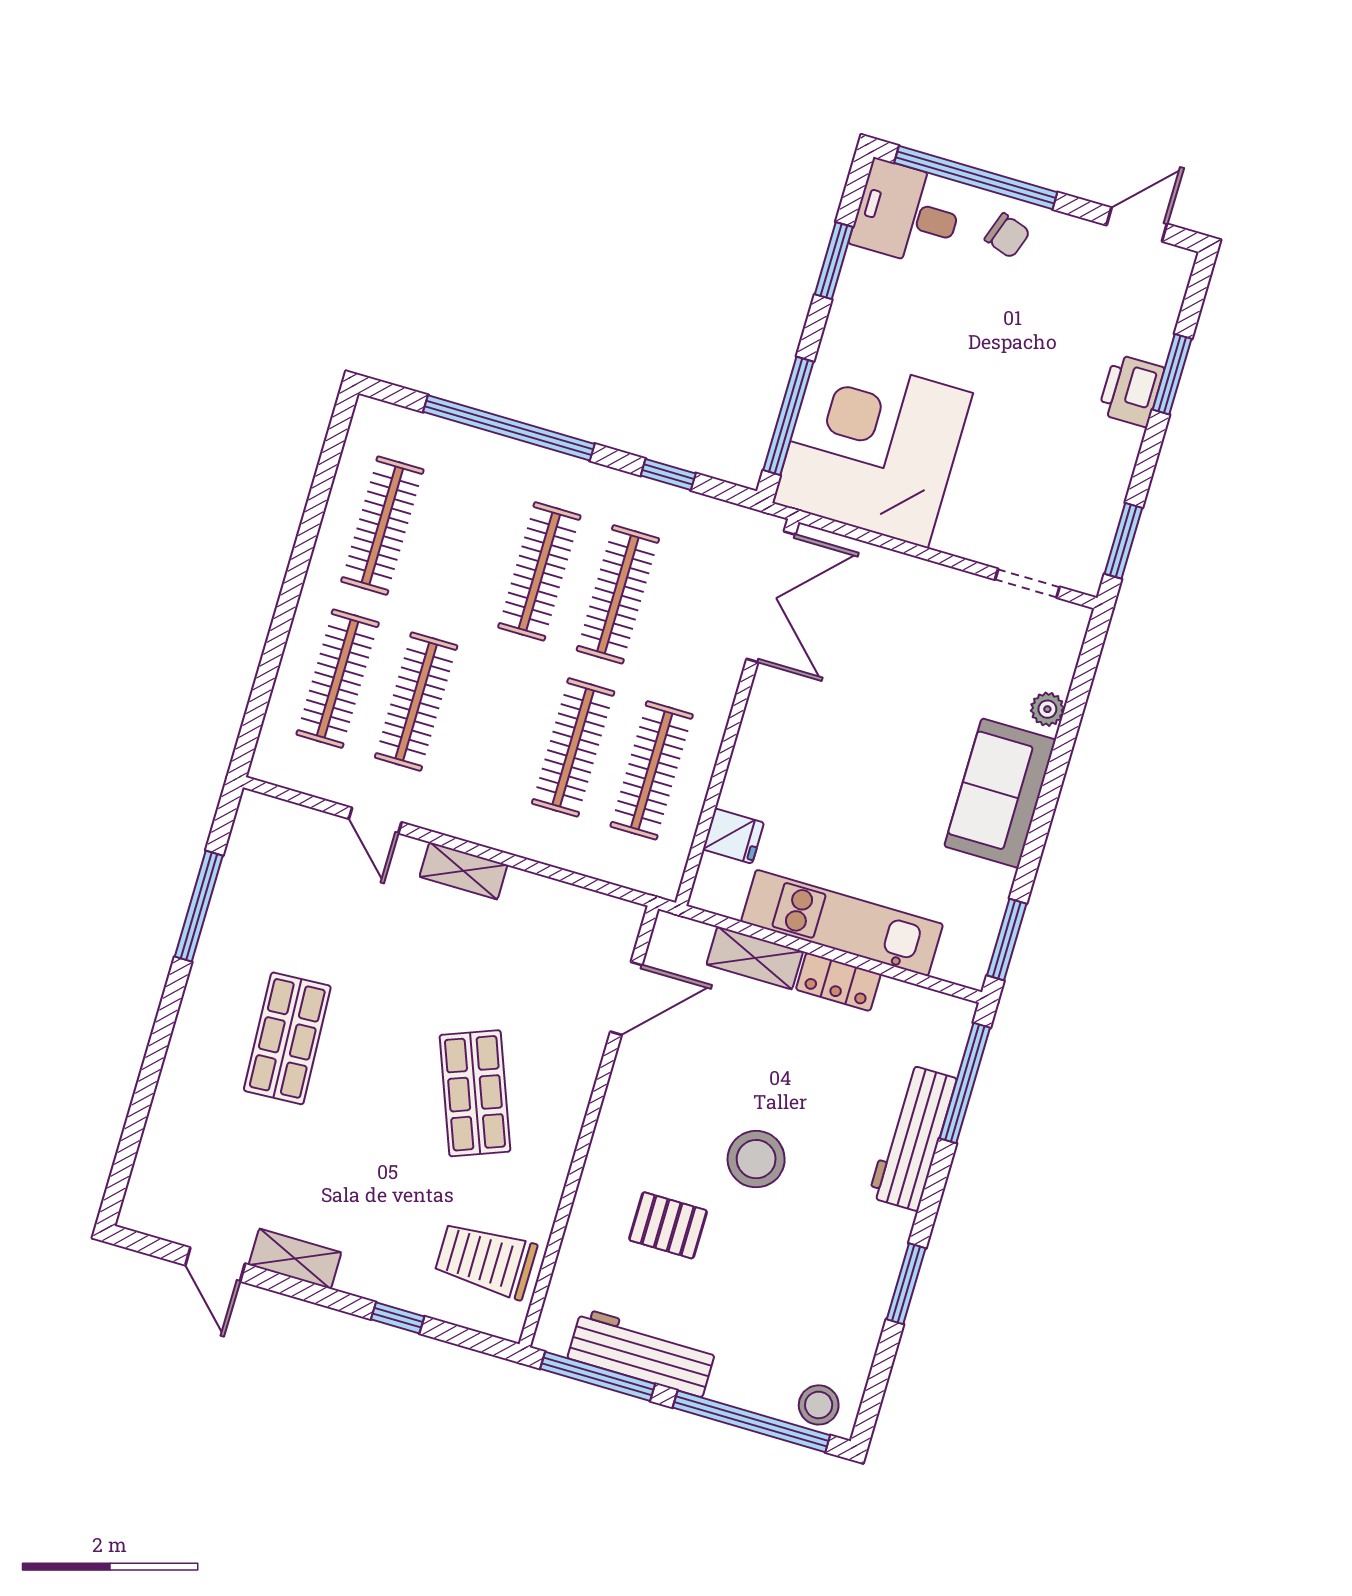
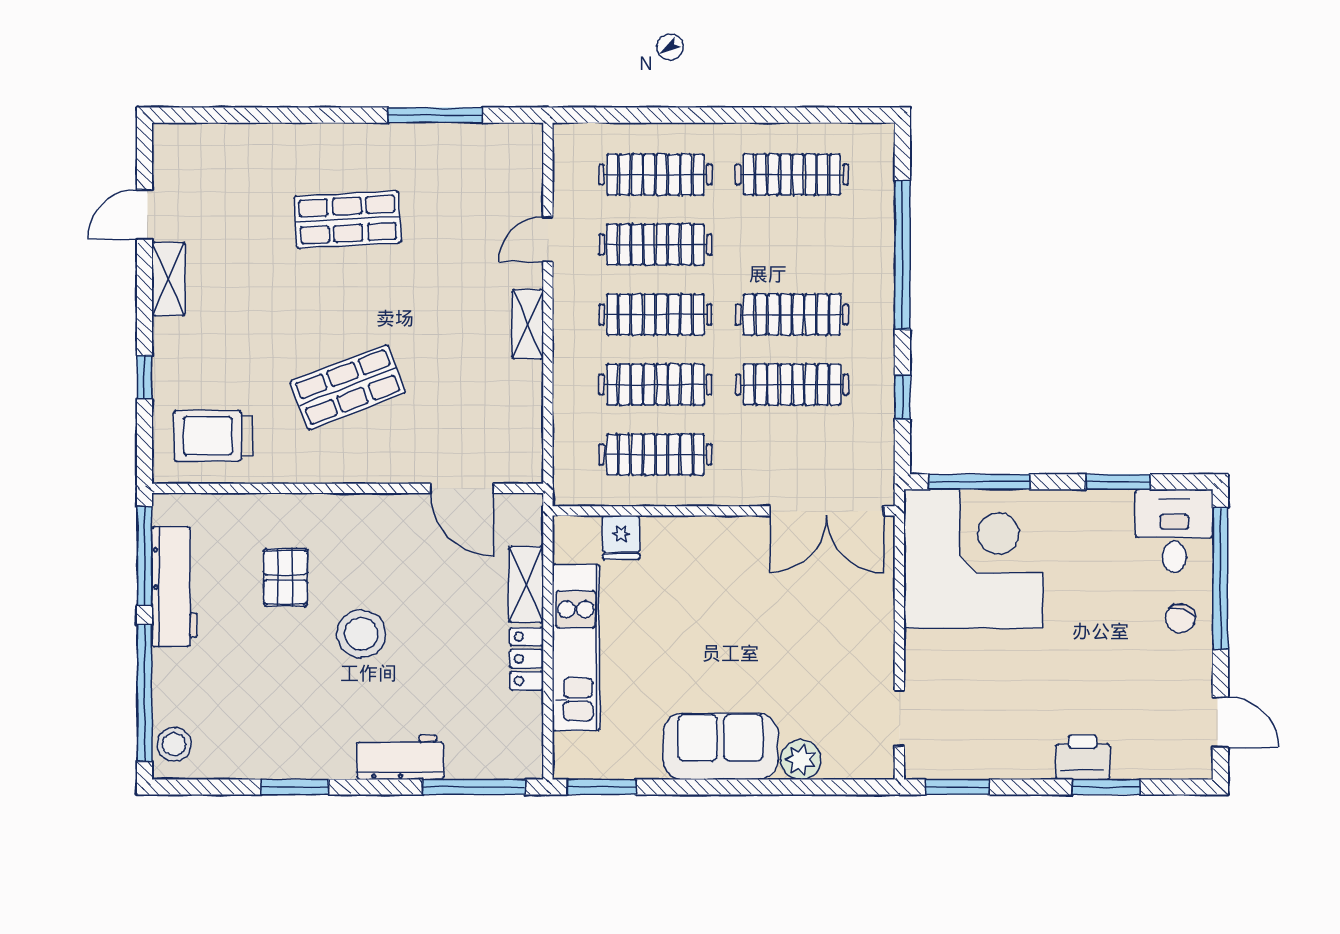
plant: (1047, 709) -> (801, 760), width x1.38, depth x1.38
clothes rail: (495, 724) -> (655, 315), added
workbench: (913, 1138) -> (400, 757), width x0.73
trolley: (486, 1260) -> (213, 436), turned -90

